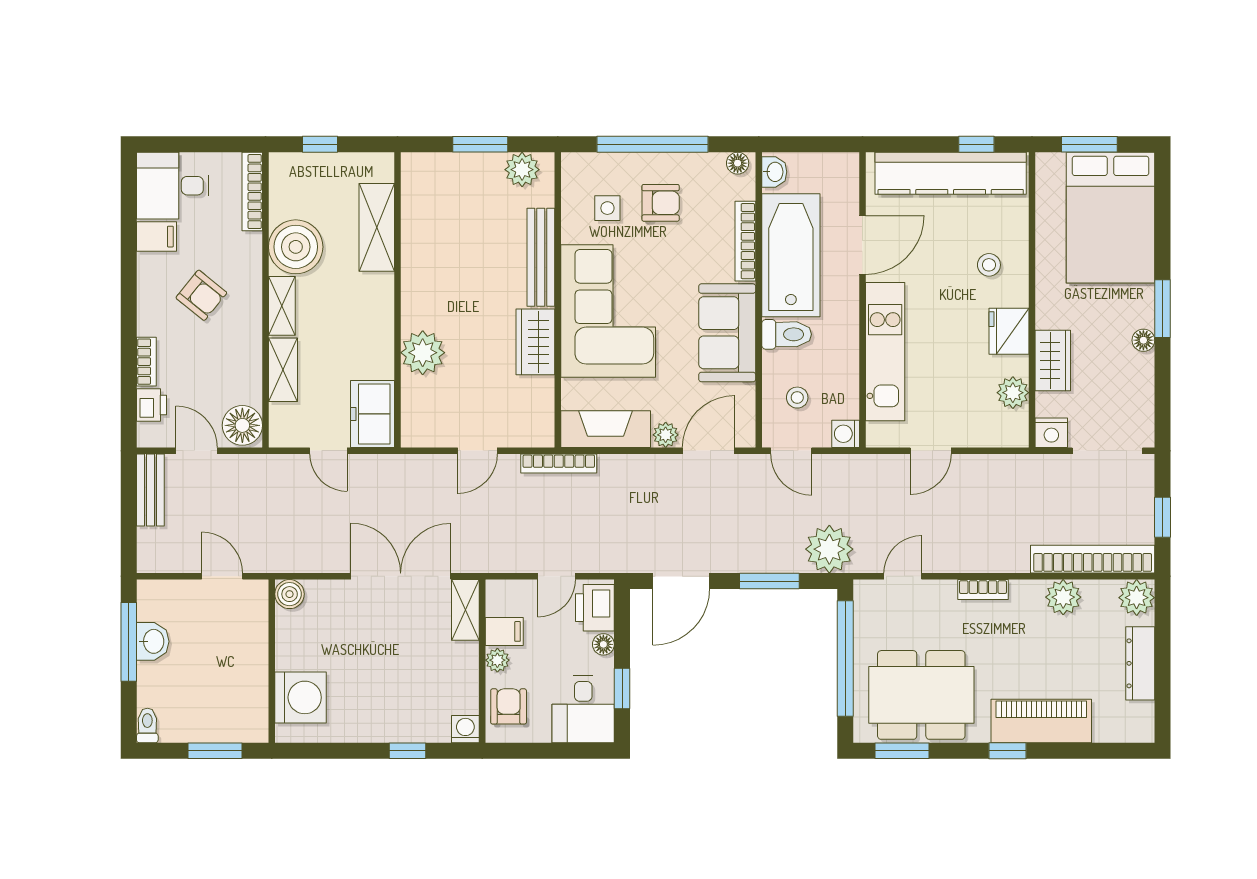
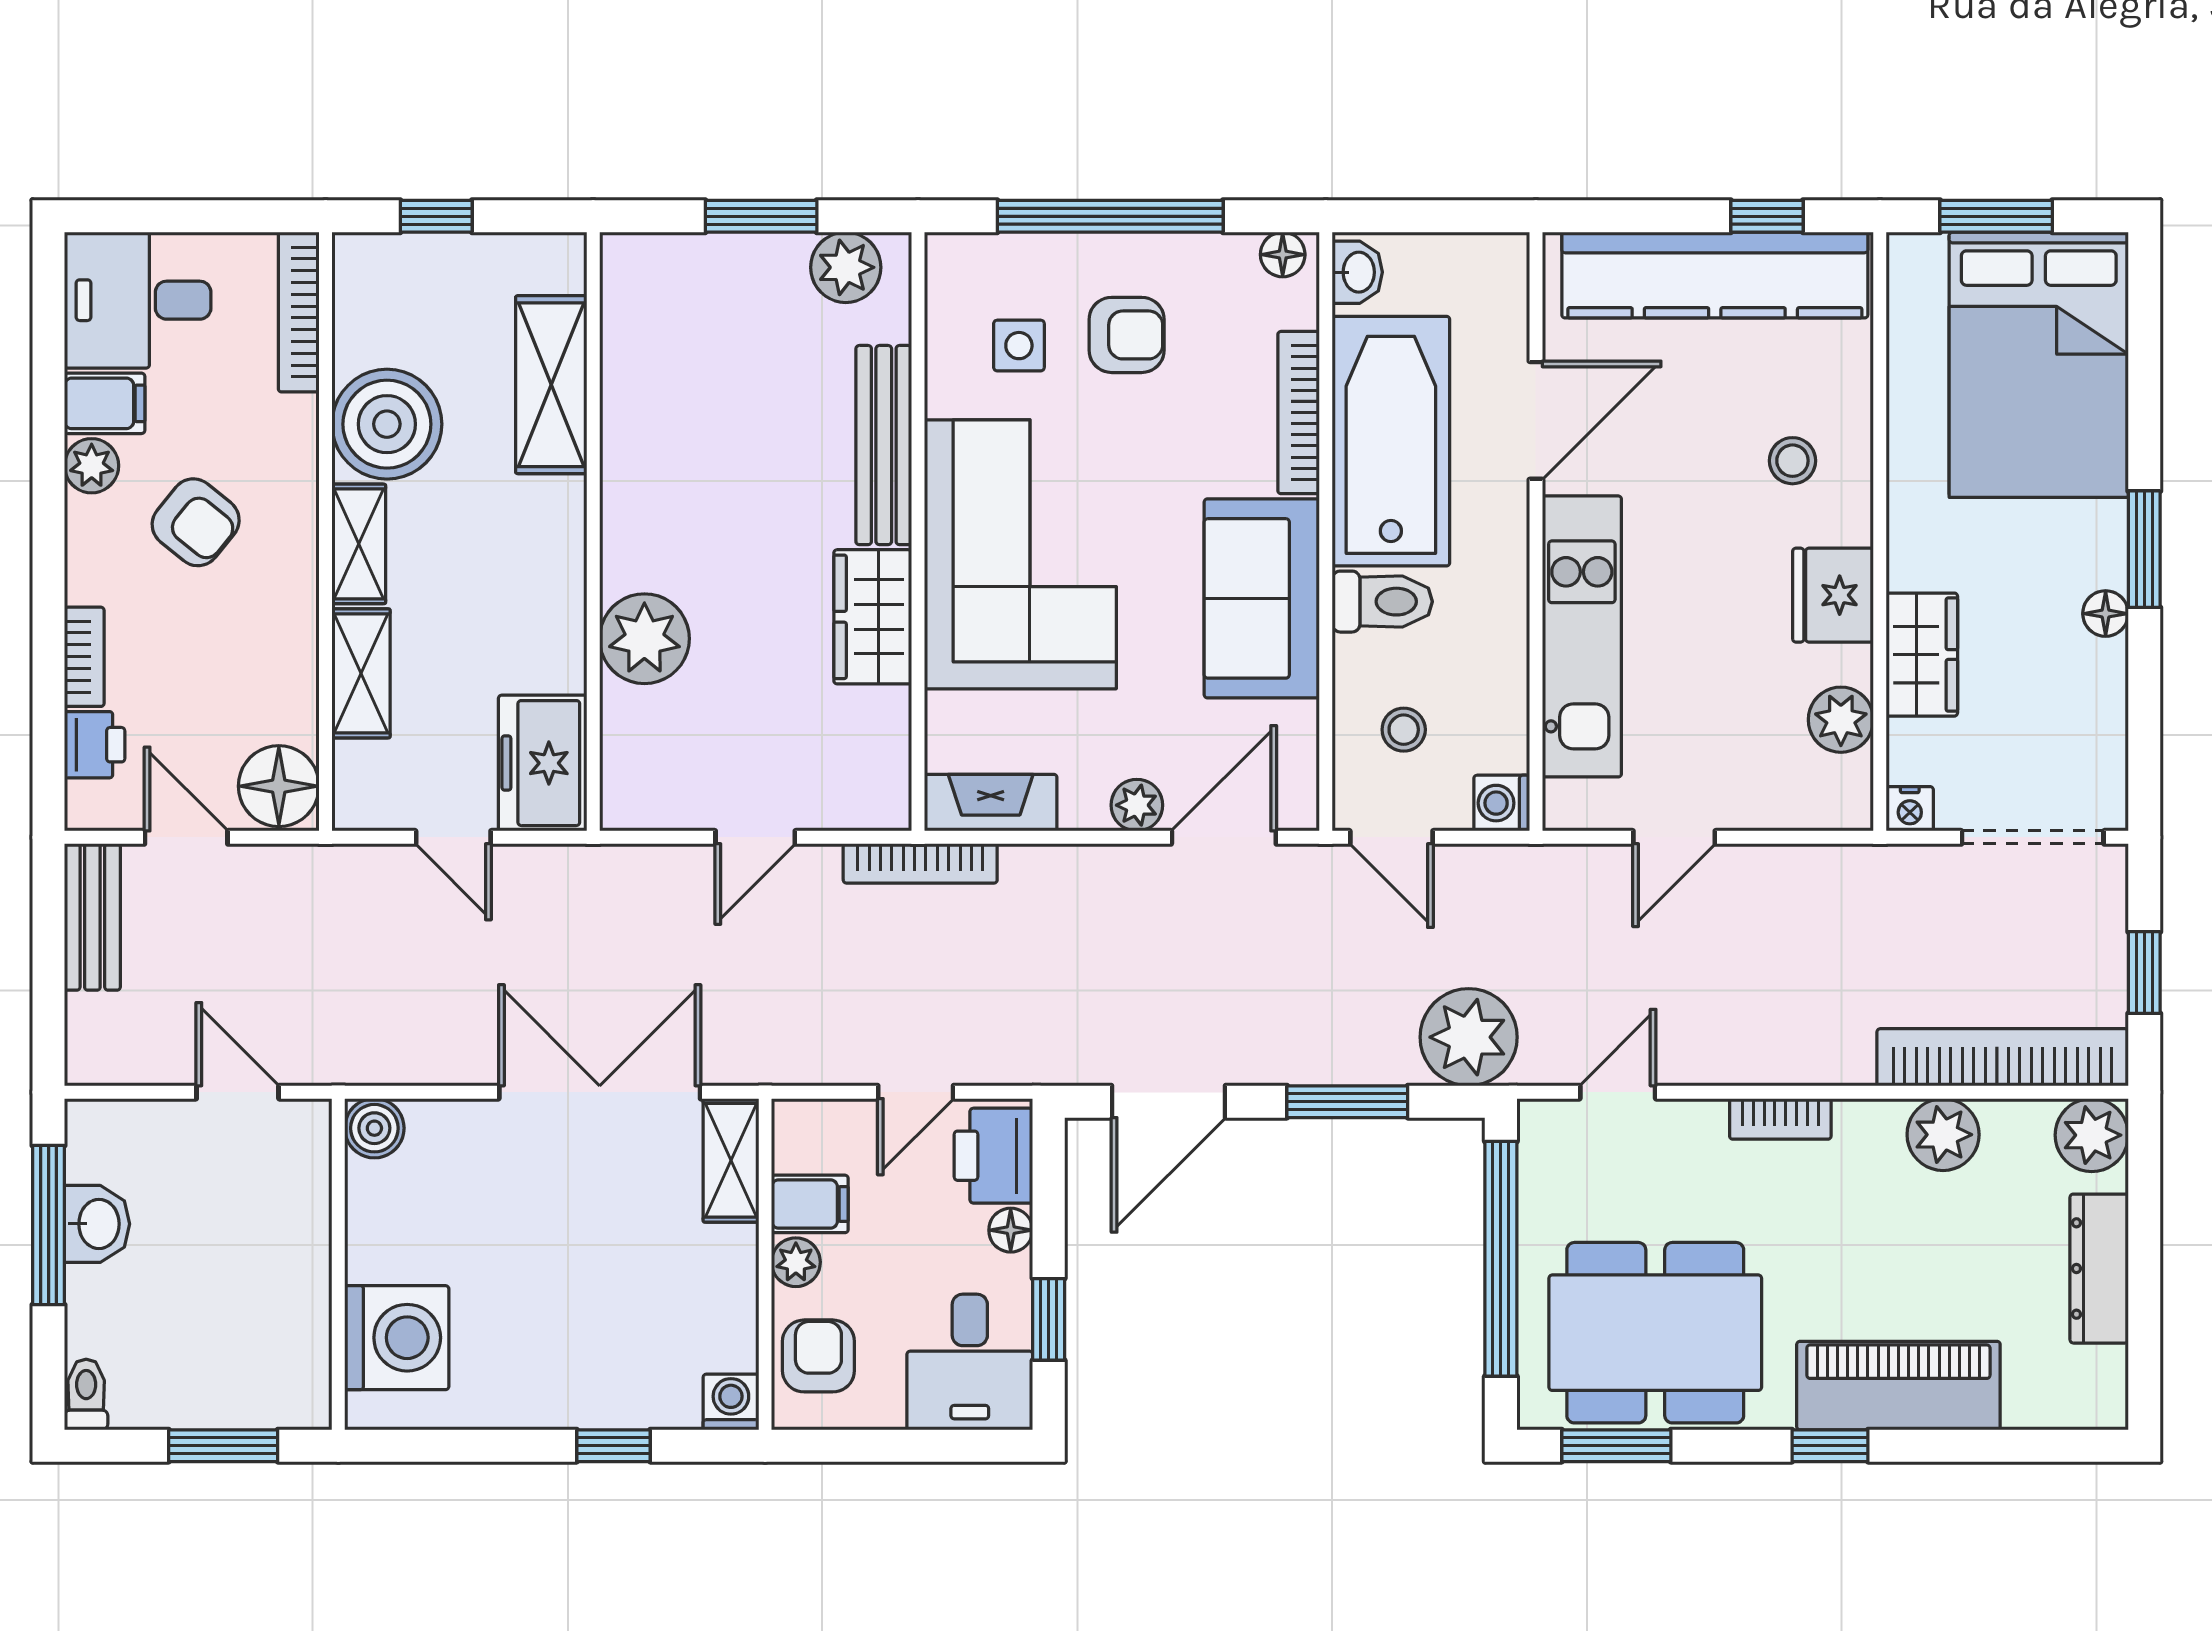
plant: (150, 267) -> (92, 466), added
fireplace: (606, 429) -> (991, 803), width x0.73, depth x0.76
nightstand: (1051, 433) -> (1910, 809), width x0.72, depth x0.74

